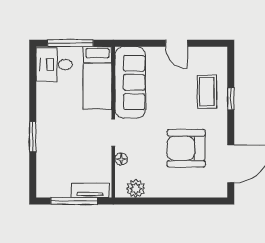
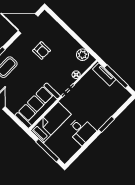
desk: (54, 65) -> (81, 131), moved
armchair: (186, 148) -> (42, 51), width x0.53, depth x0.53

